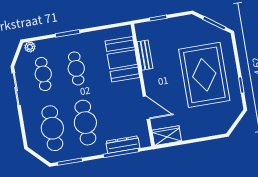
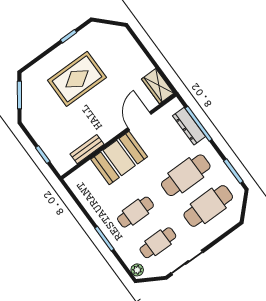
booth: (122, 59) -> (119, 158), moved
rug: (204, 75) -> (77, 79), width x0.73, depth x0.69

